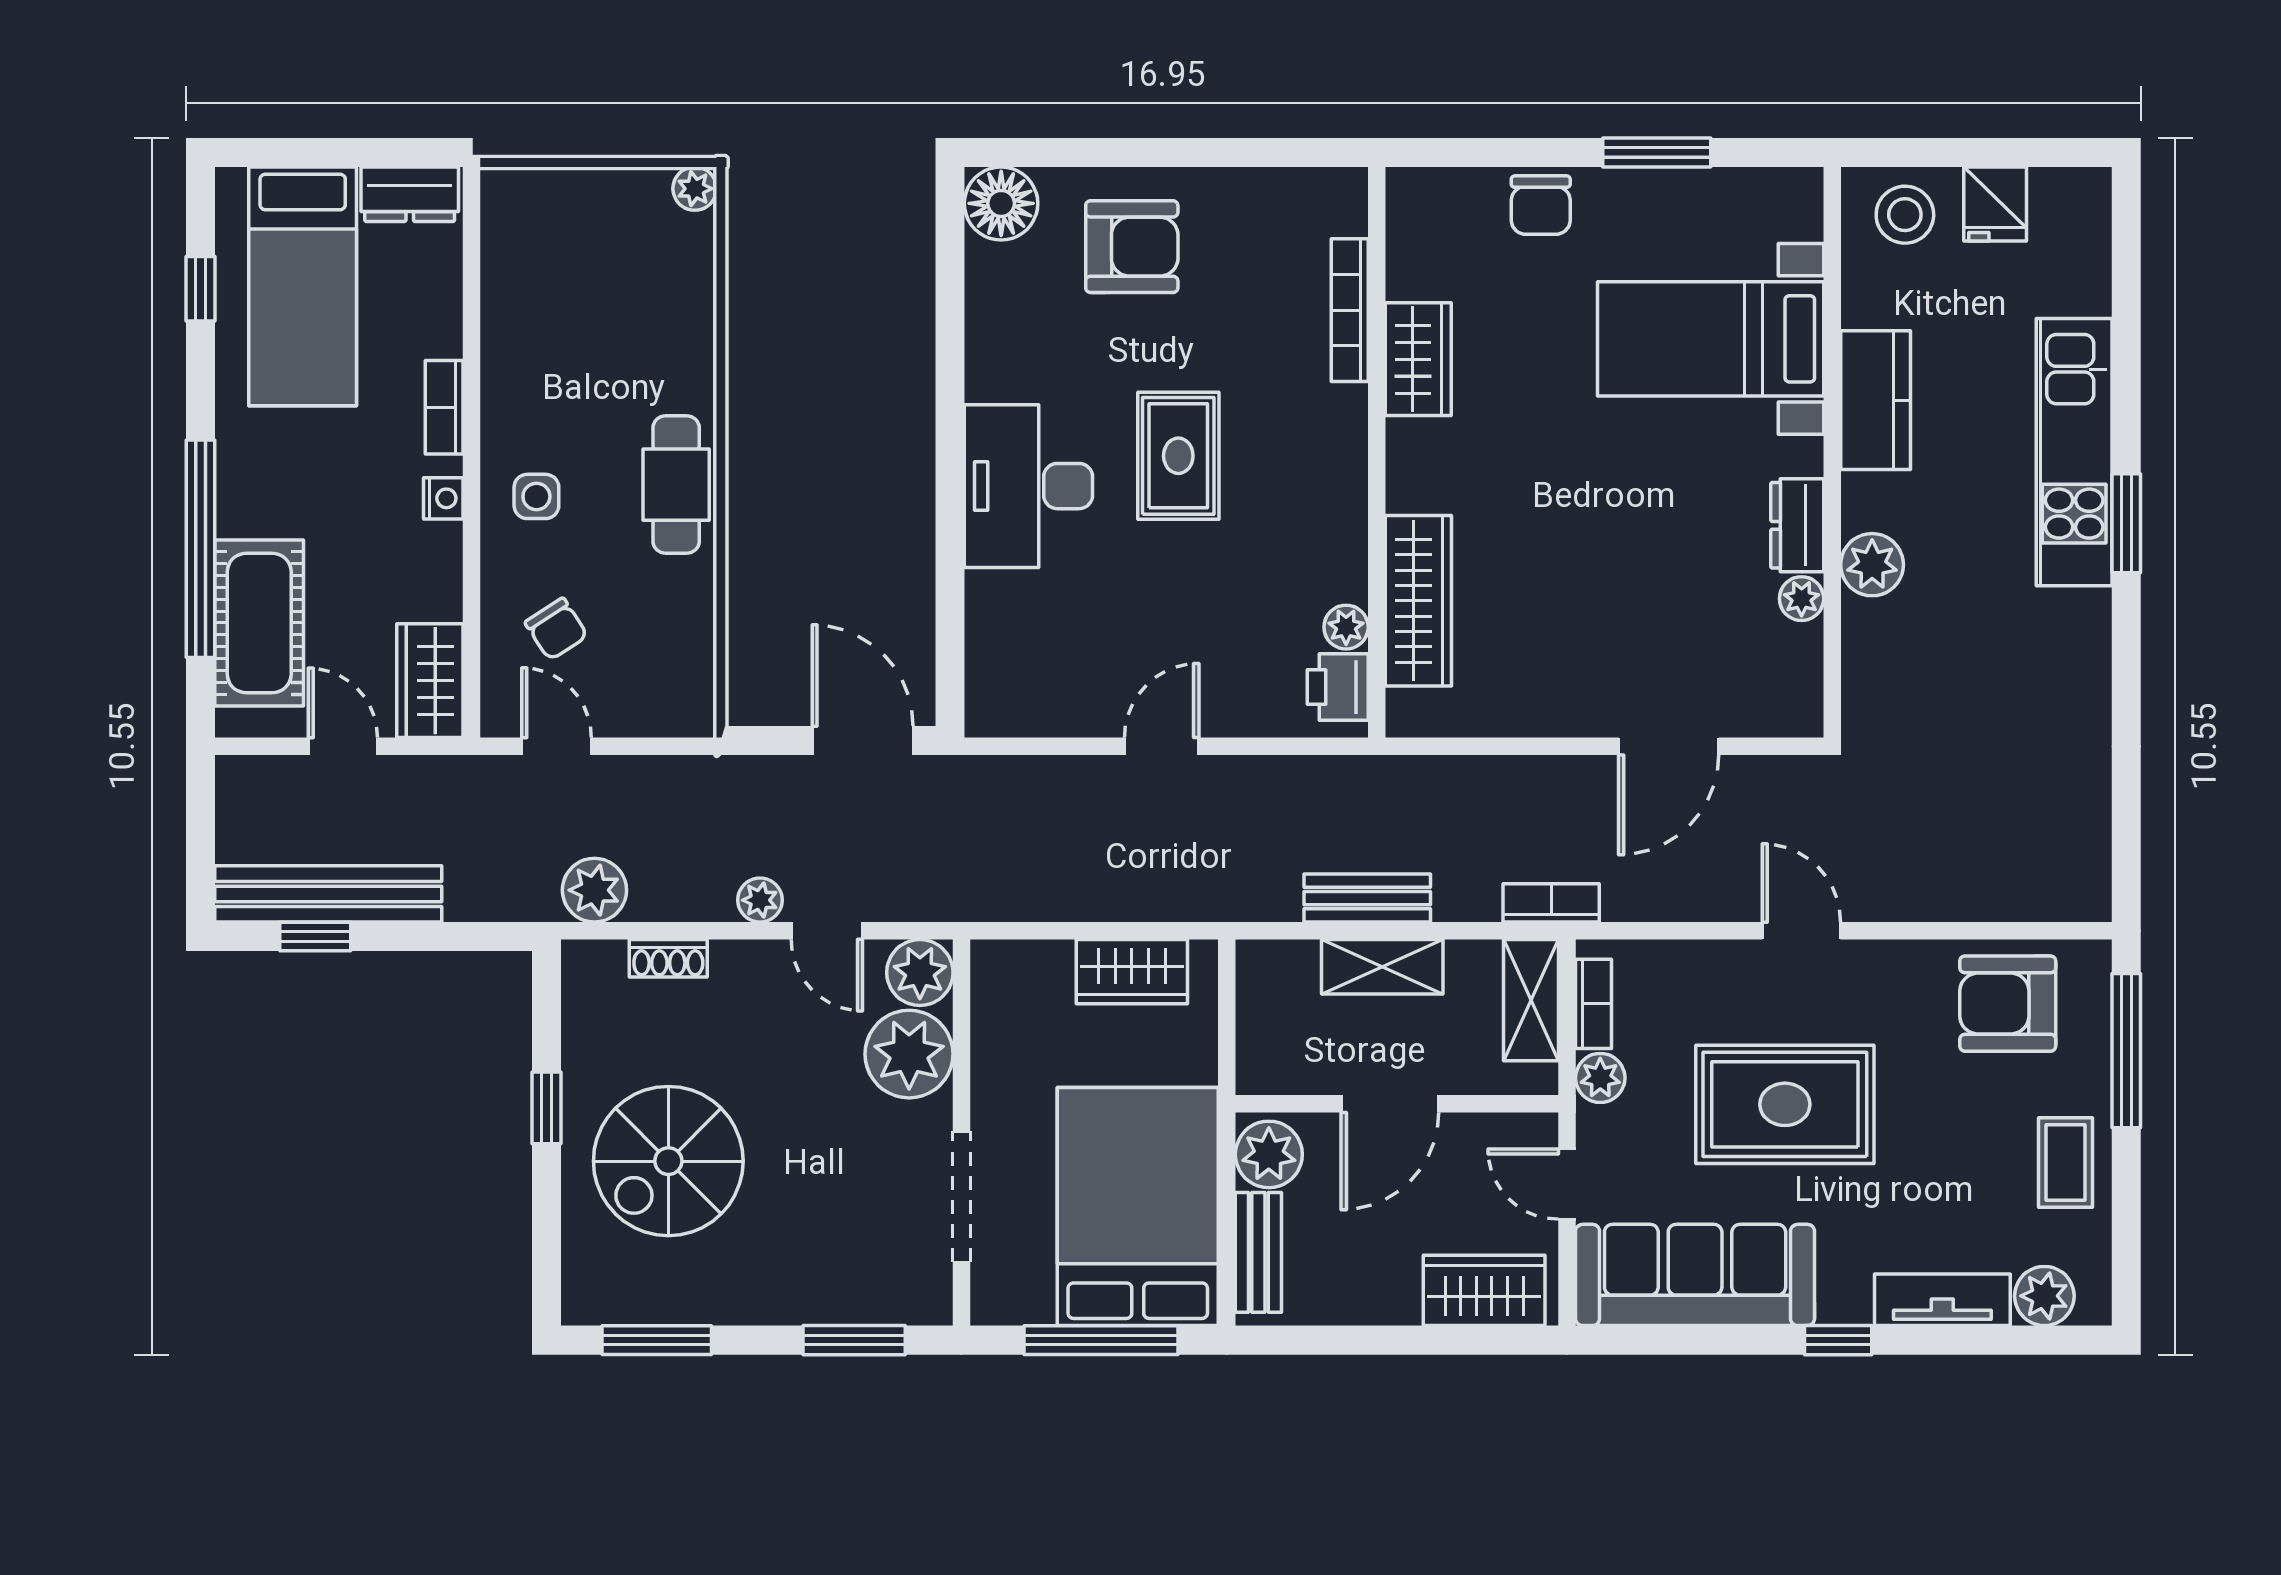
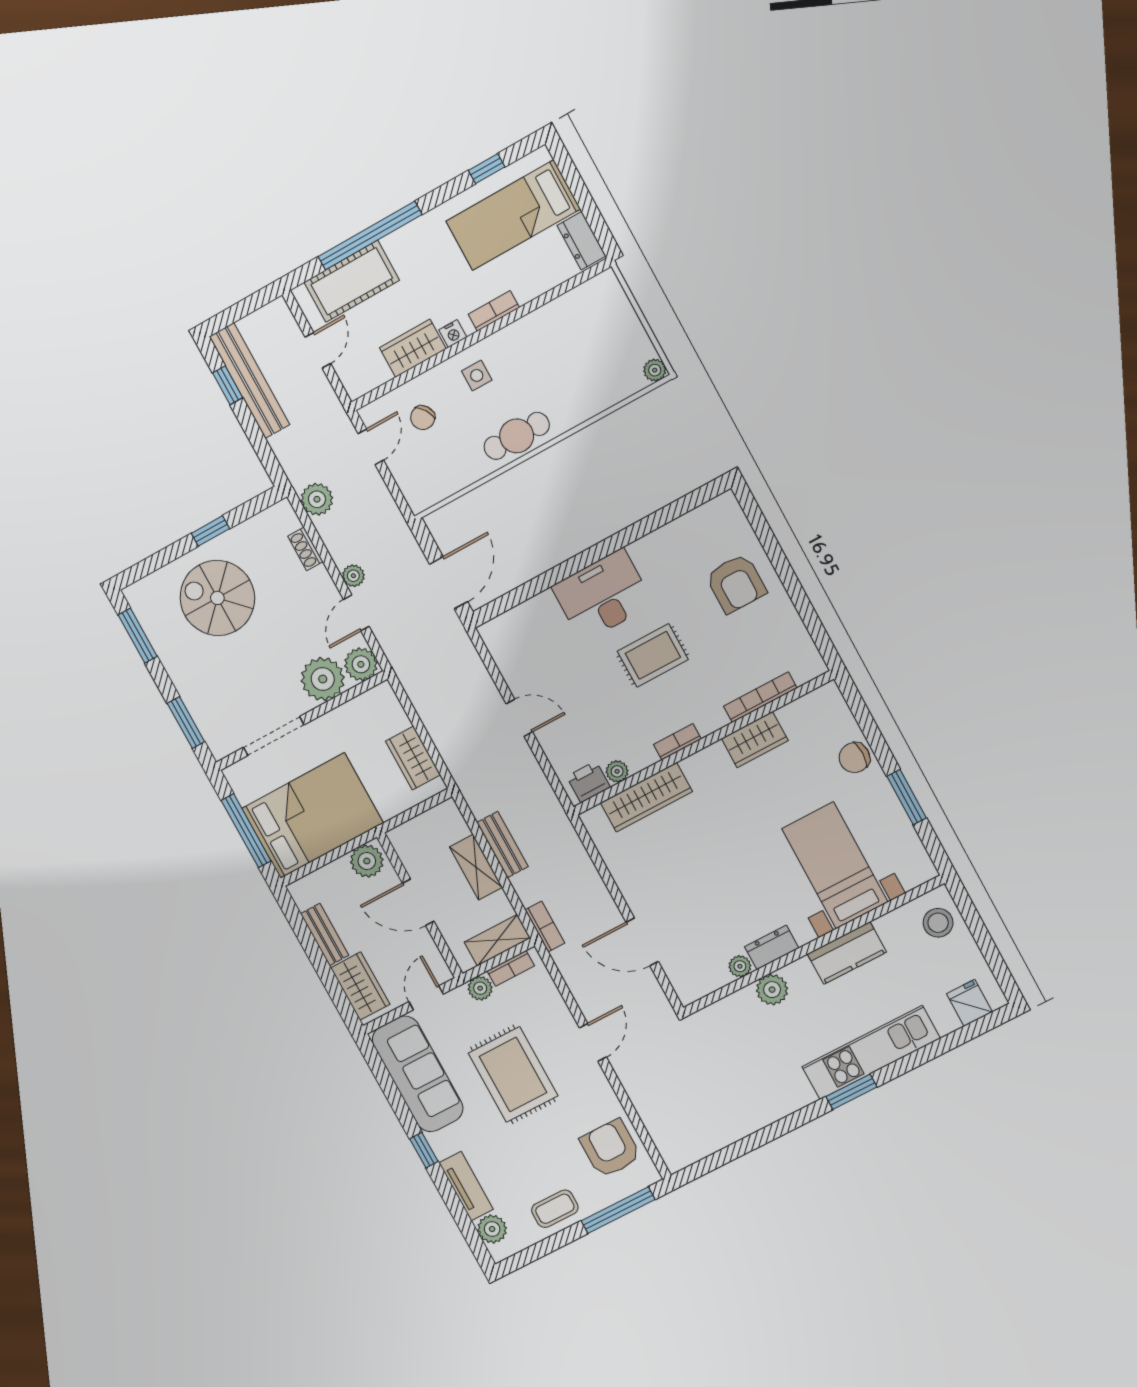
floor lamp: (1001, 203) -> (723, 514), removed
fridge: (1995, 204) -> (969, 1003), moved, turned 90
bookcase: (1350, 494) -> (677, 742), added
wardrobe: (430, 681) -> (413, 348), moved
bench: (1258, 1252) -> (325, 934), moved, turned 90

